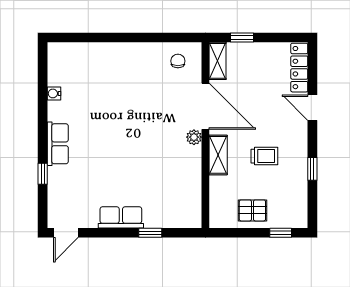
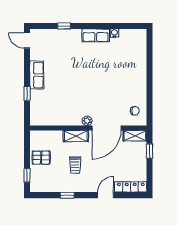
row of seats: (58, 144) -> (96, 35), moved
pallet: (252, 210) -> (41, 158), turned 90

